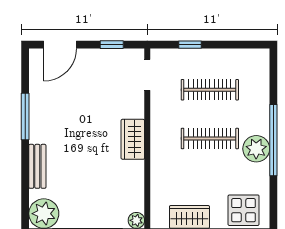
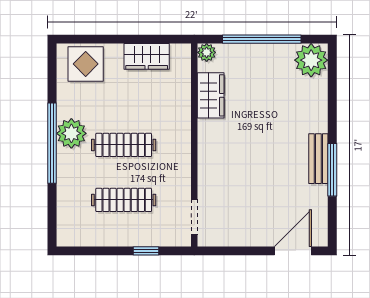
window: (112, 45) -> (234, 251), removed
wardrobe: (133, 139) -> (211, 95), moved
bench: (37, 166) -> (318, 159), moved

